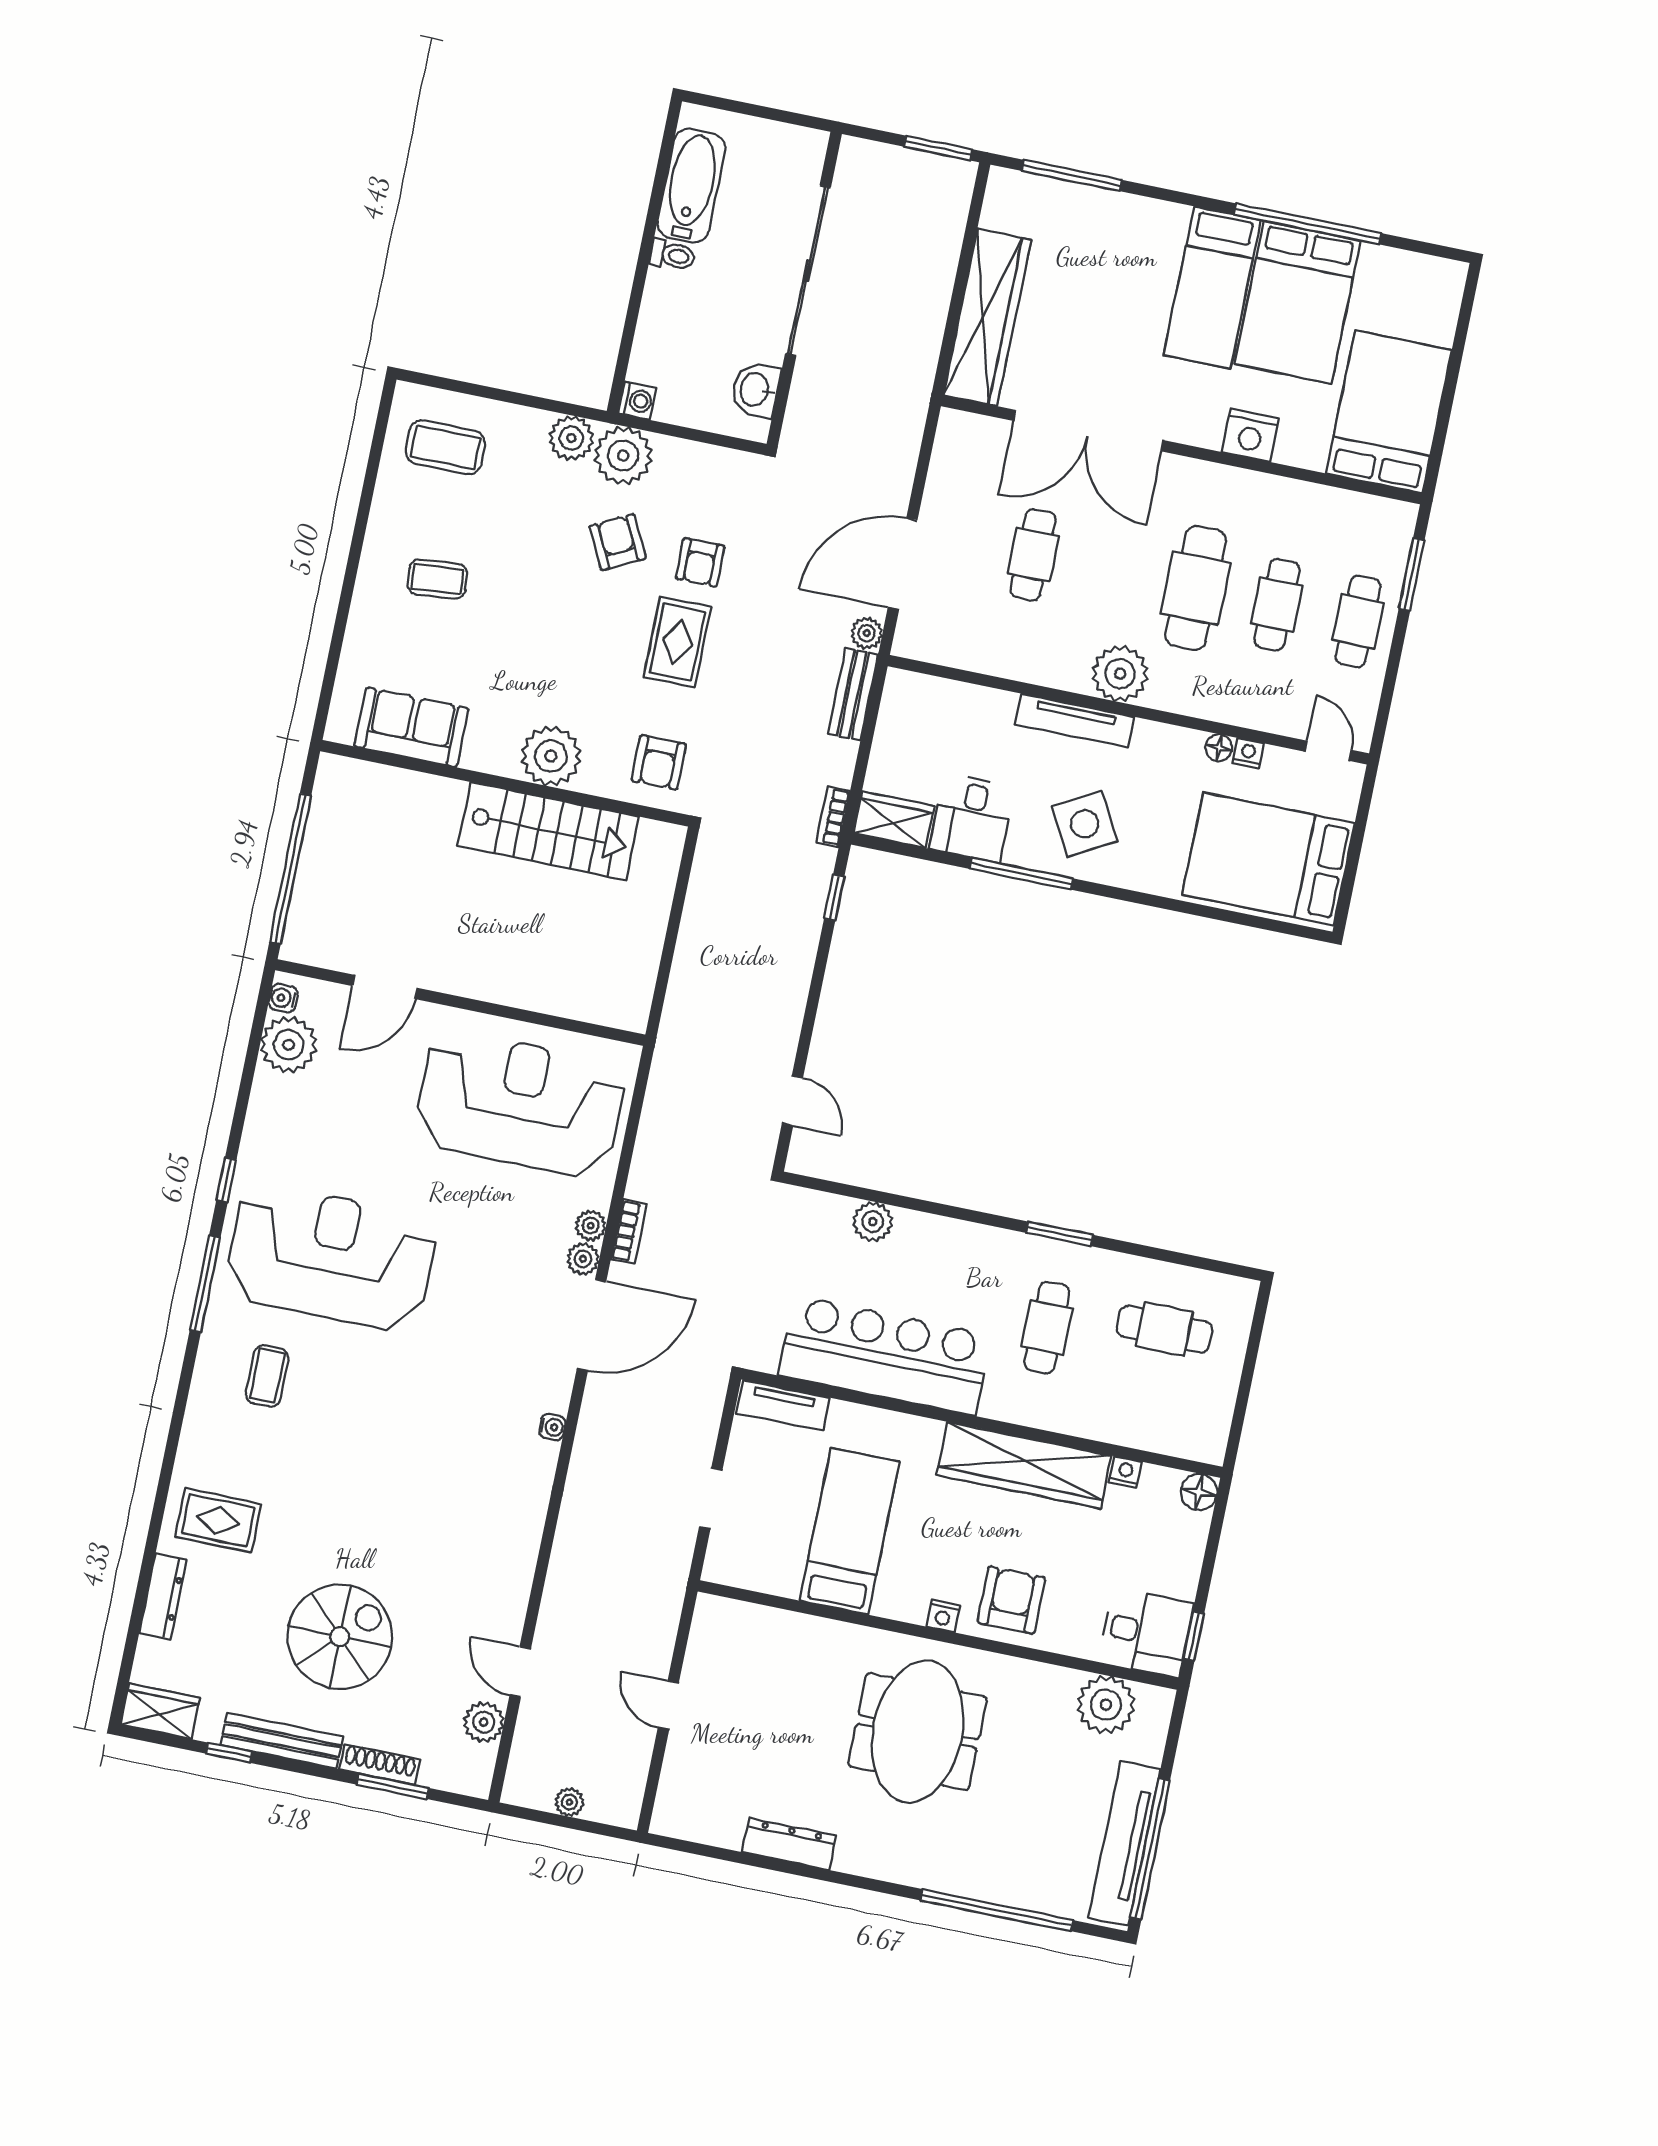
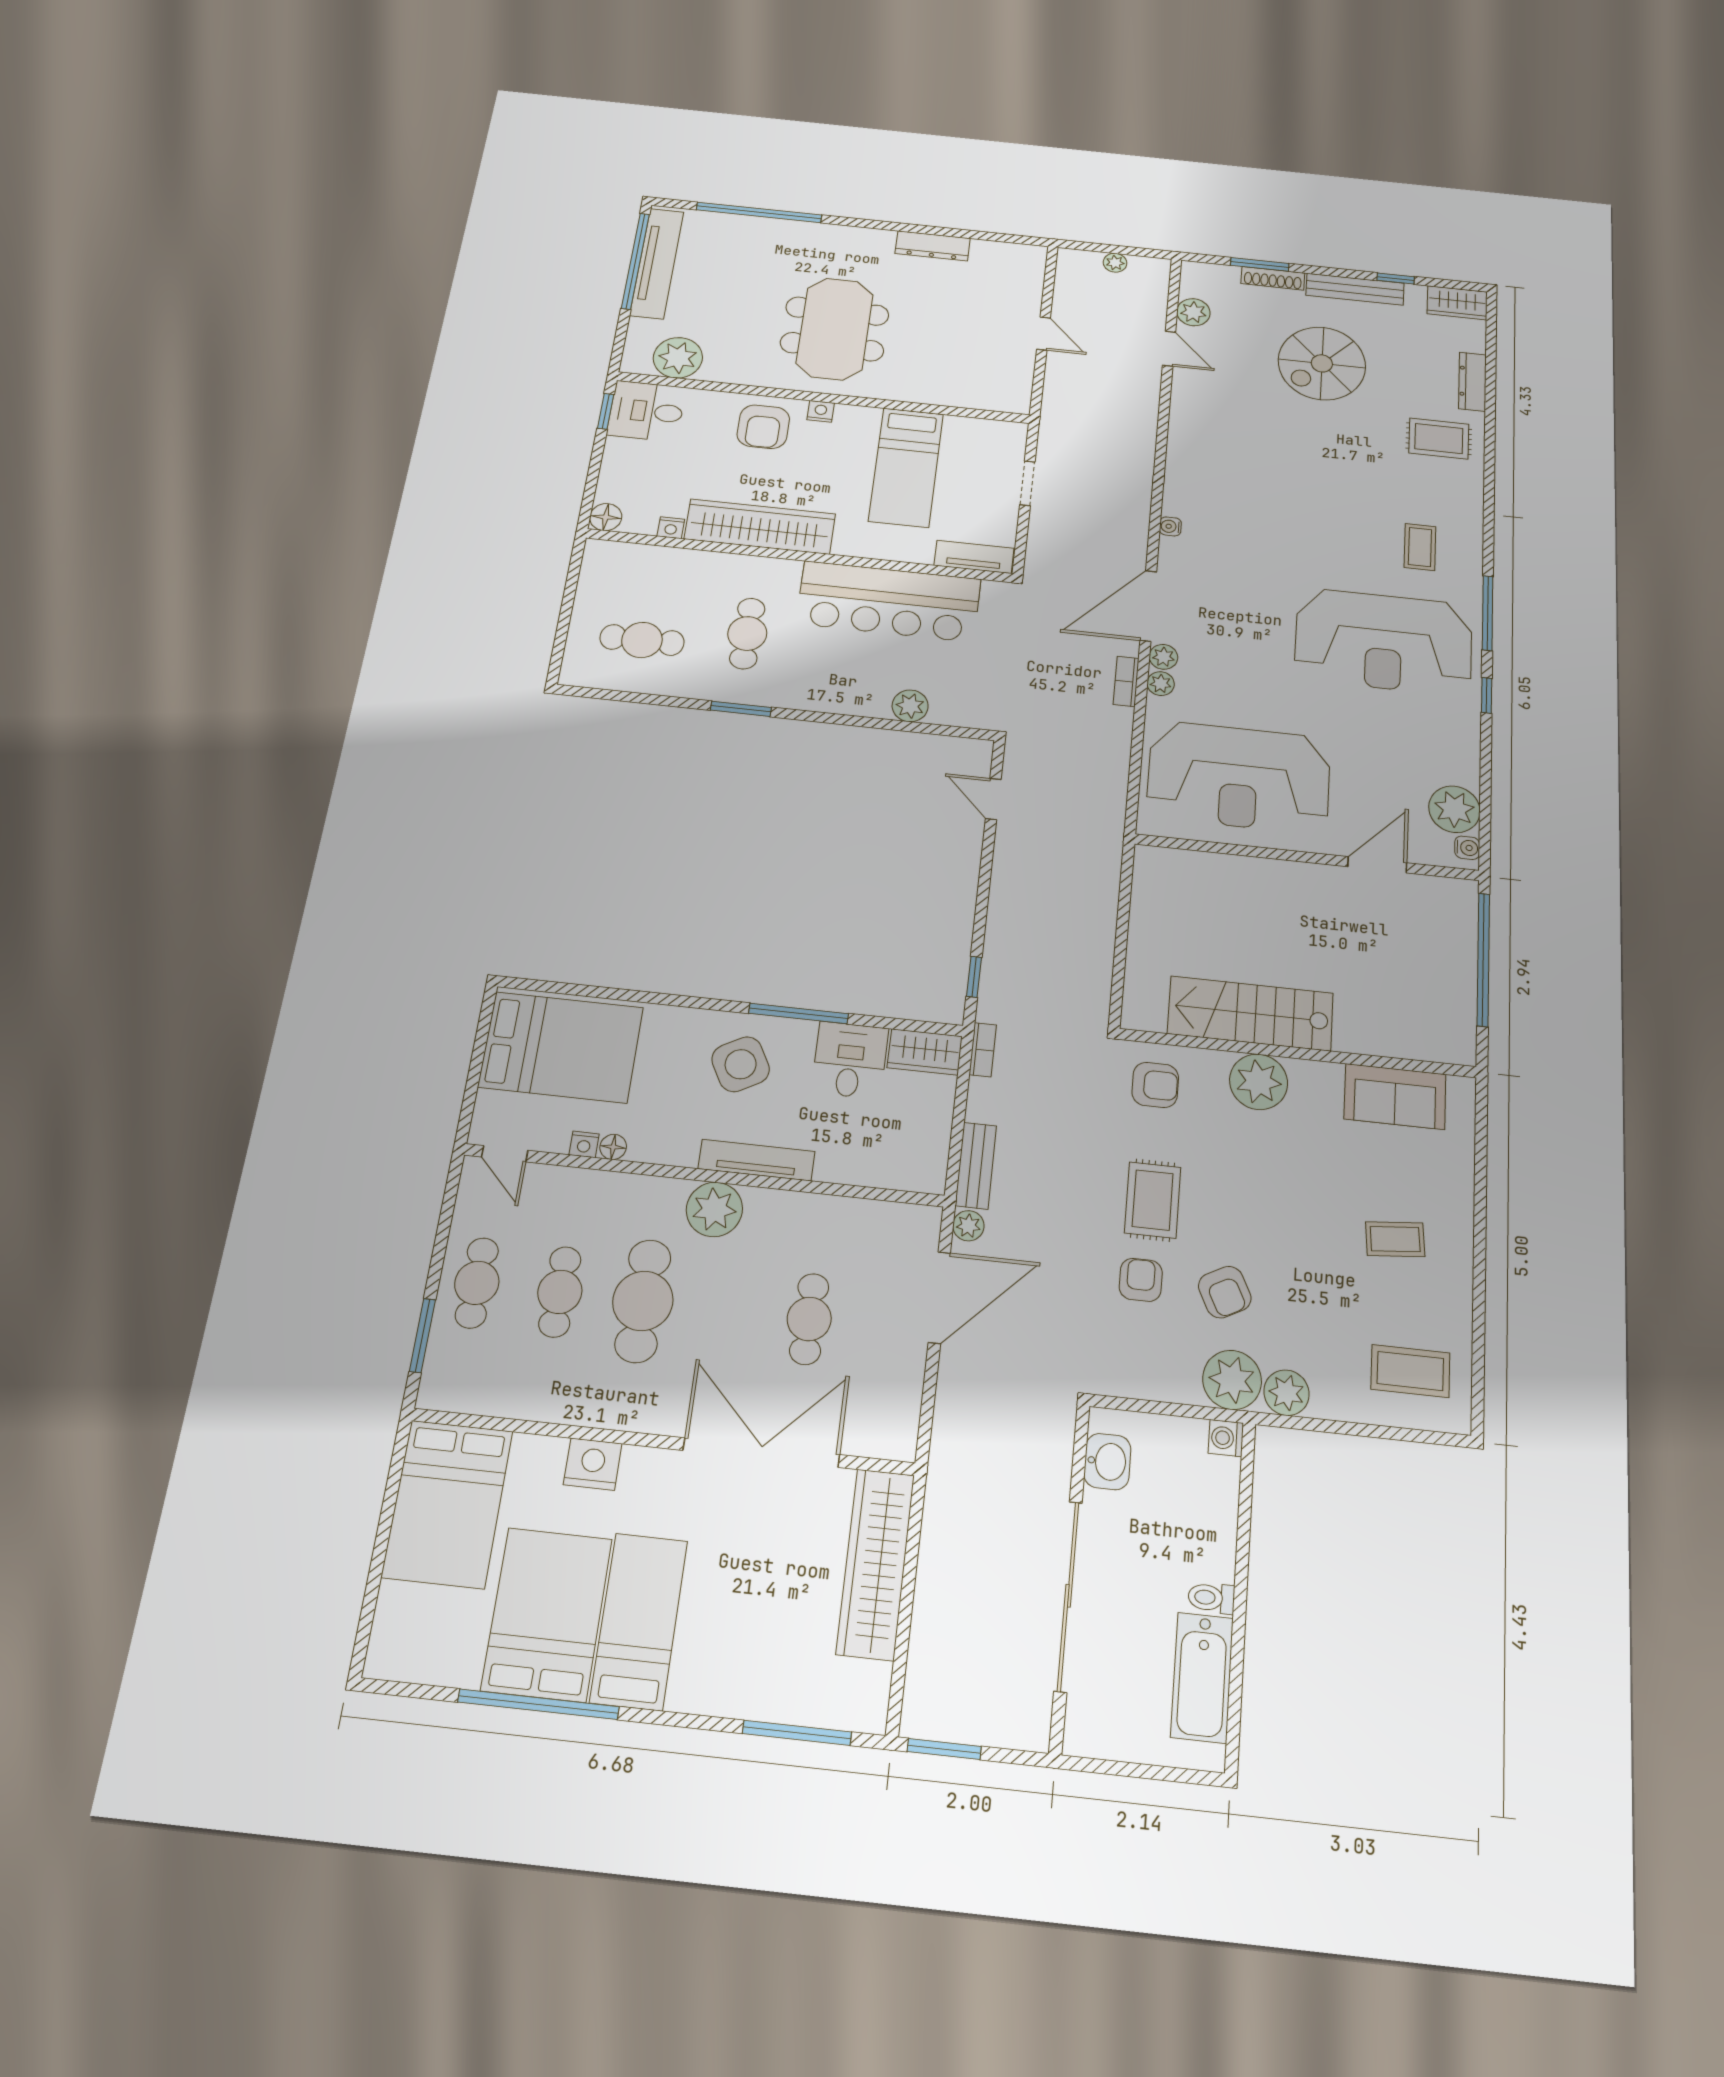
armchair: (659, 762) -> (1155, 1085), turned 90

